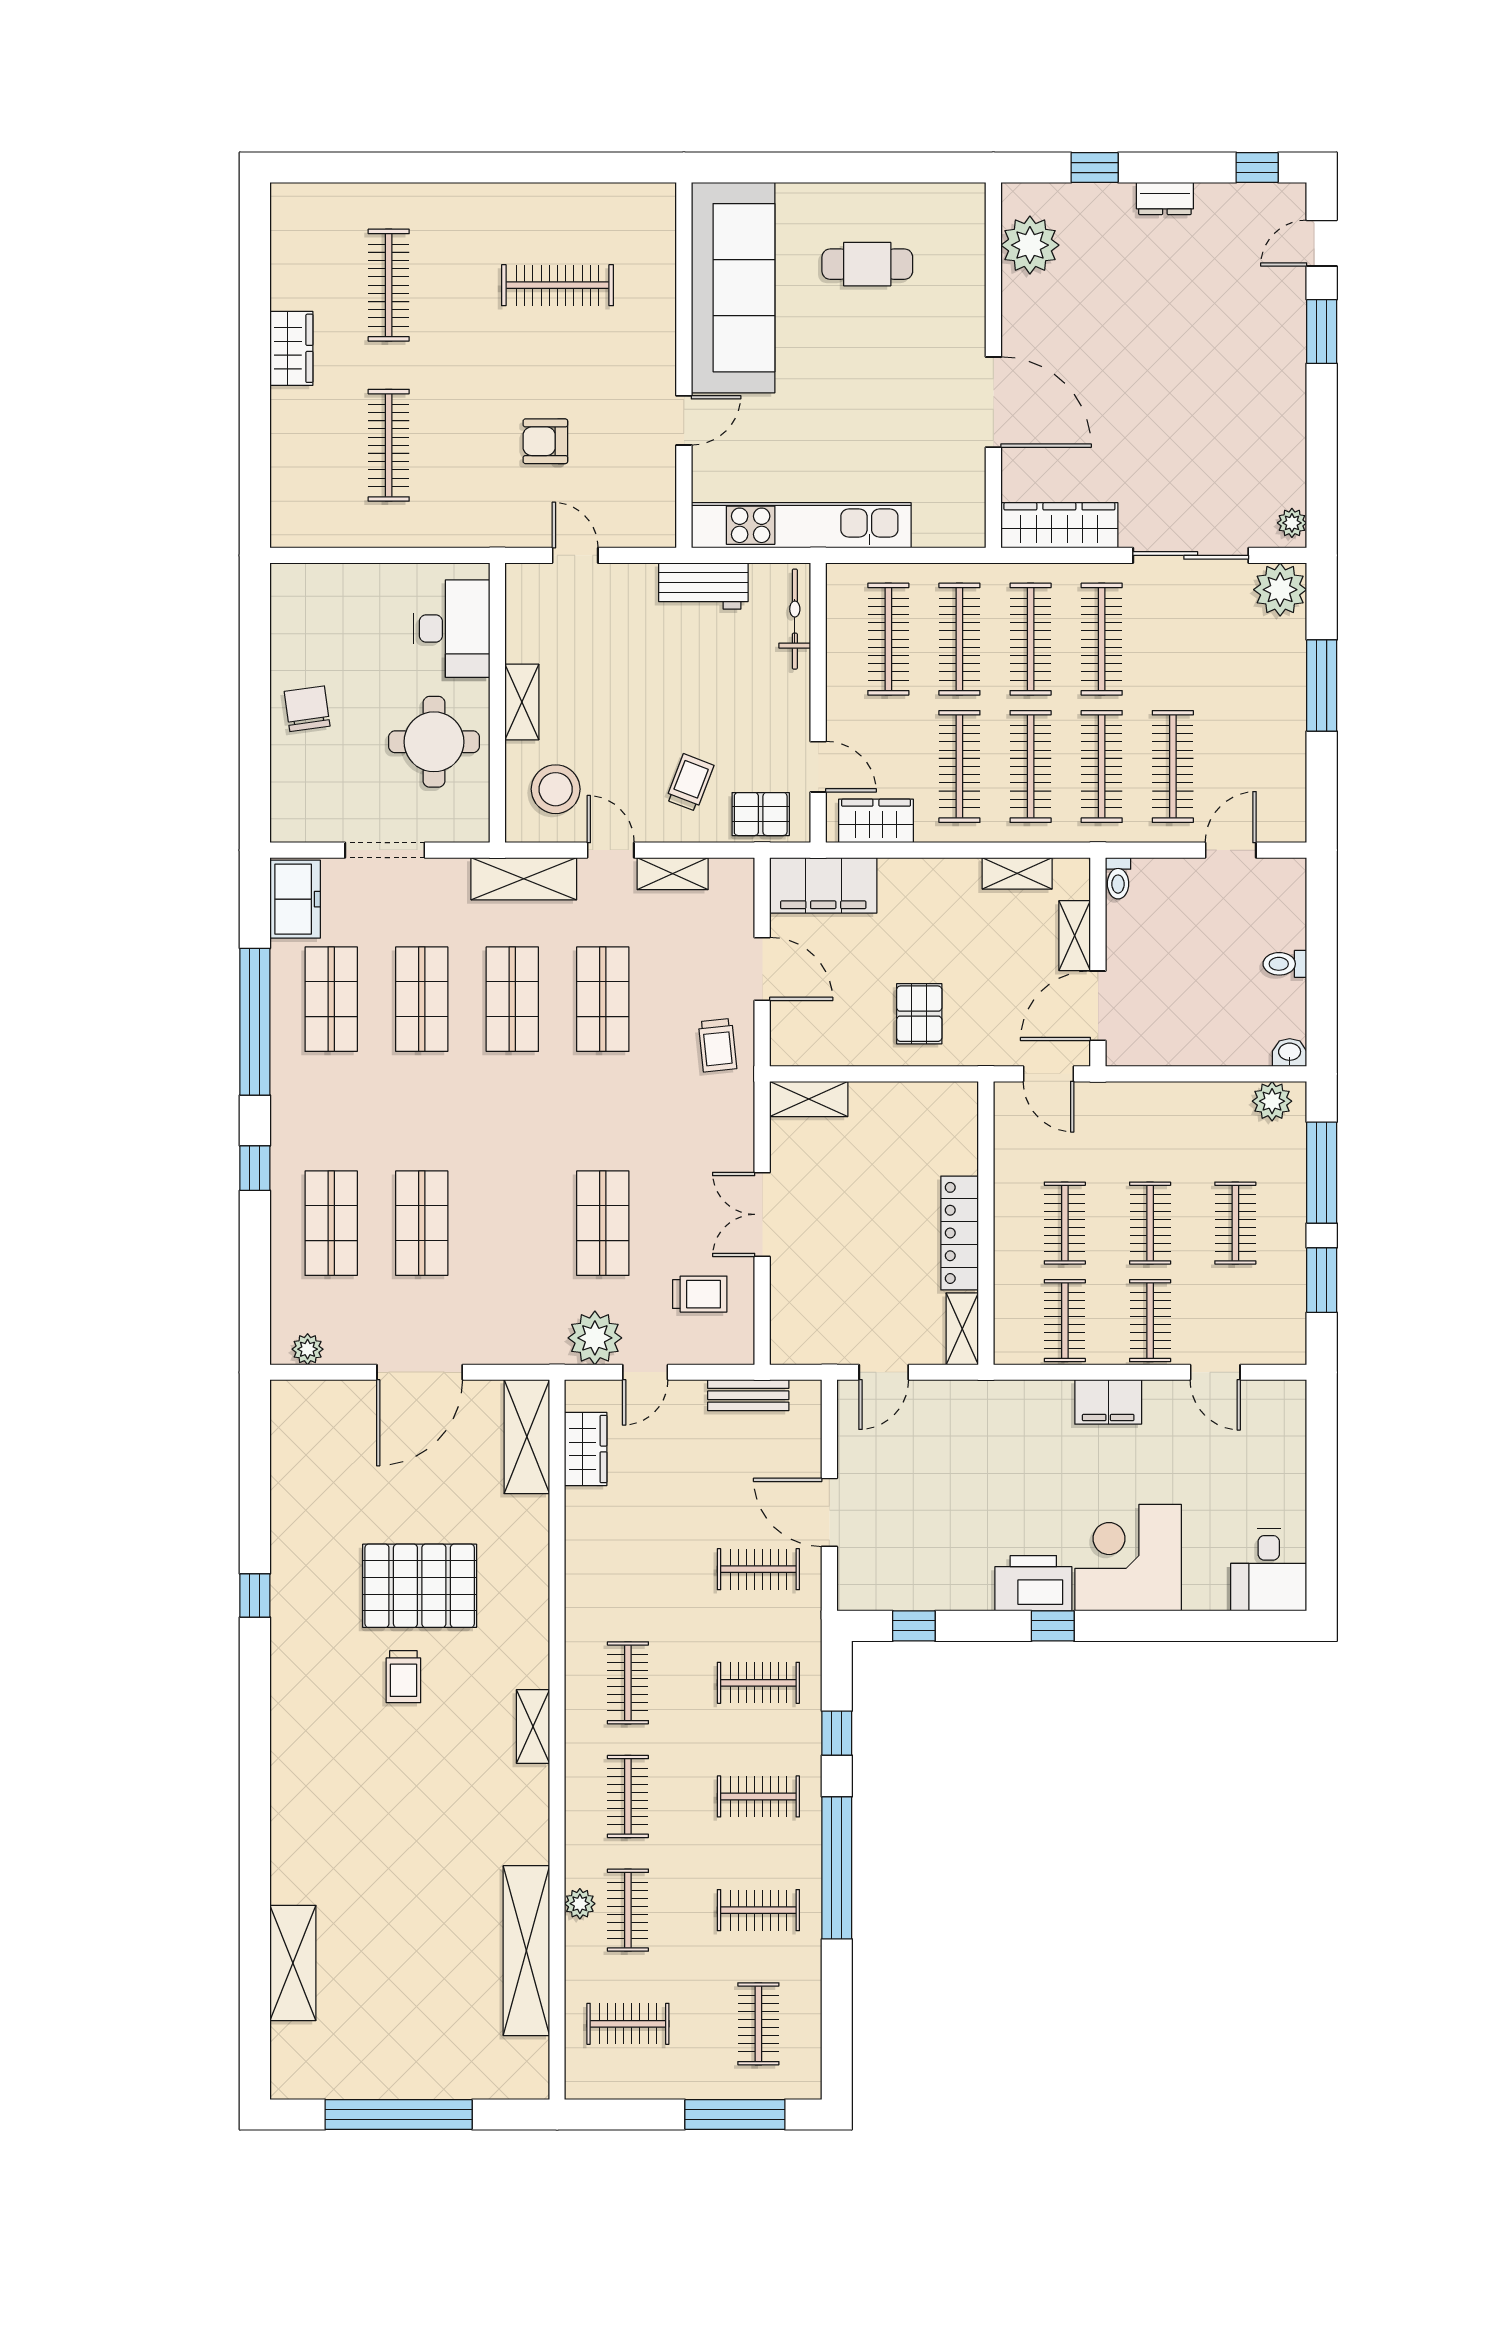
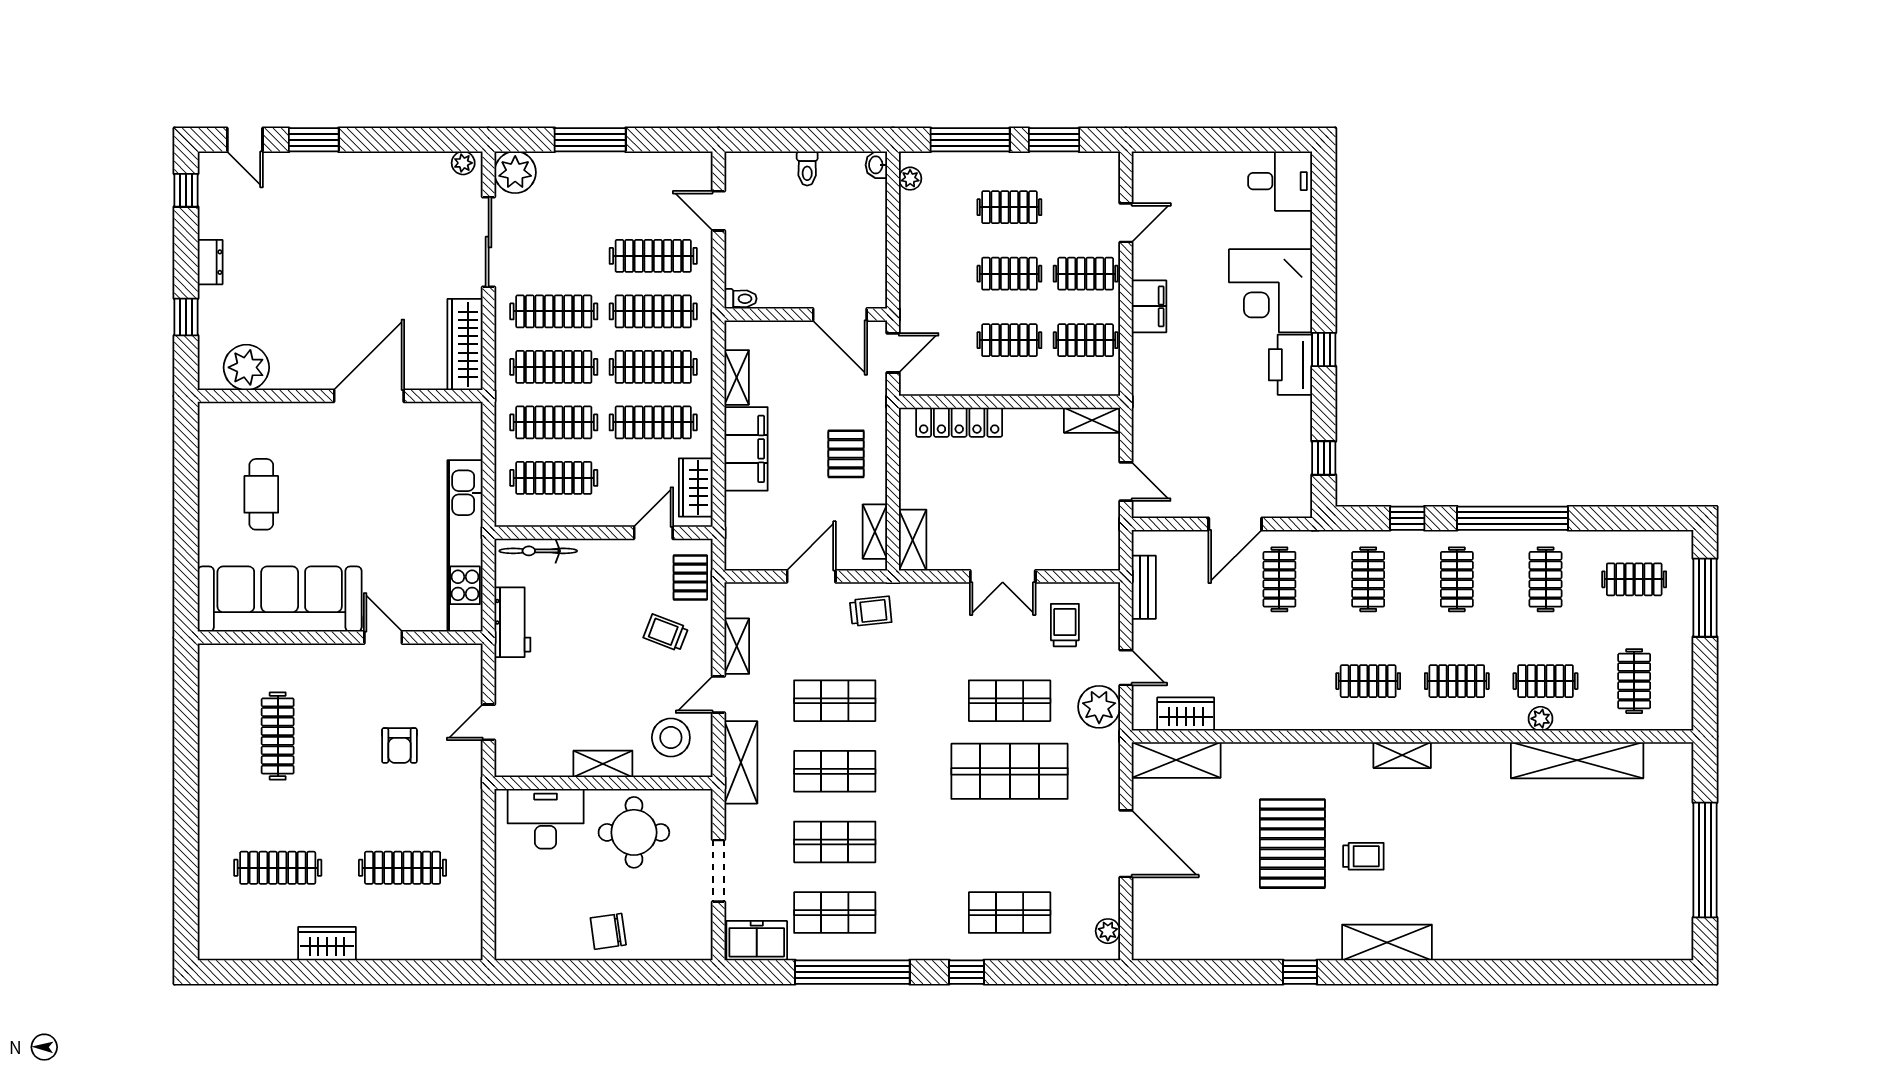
filing cabinet: (823, 885) -> (746, 449), moved
shelving: (1075, 936) -> (875, 532), moved, turned 90
pallet: (919, 1014) -> (846, 454), turned 90
plant: (1272, 1101) -> (910, 179), width x0.73, depth x0.73
shop shelf: (422, 1223) -> (1010, 771), moved, width x1.43, depth x1.36
locker: (960, 1233) -> (959, 422), moved
shelving: (293, 1963) -> (1387, 942), moved

